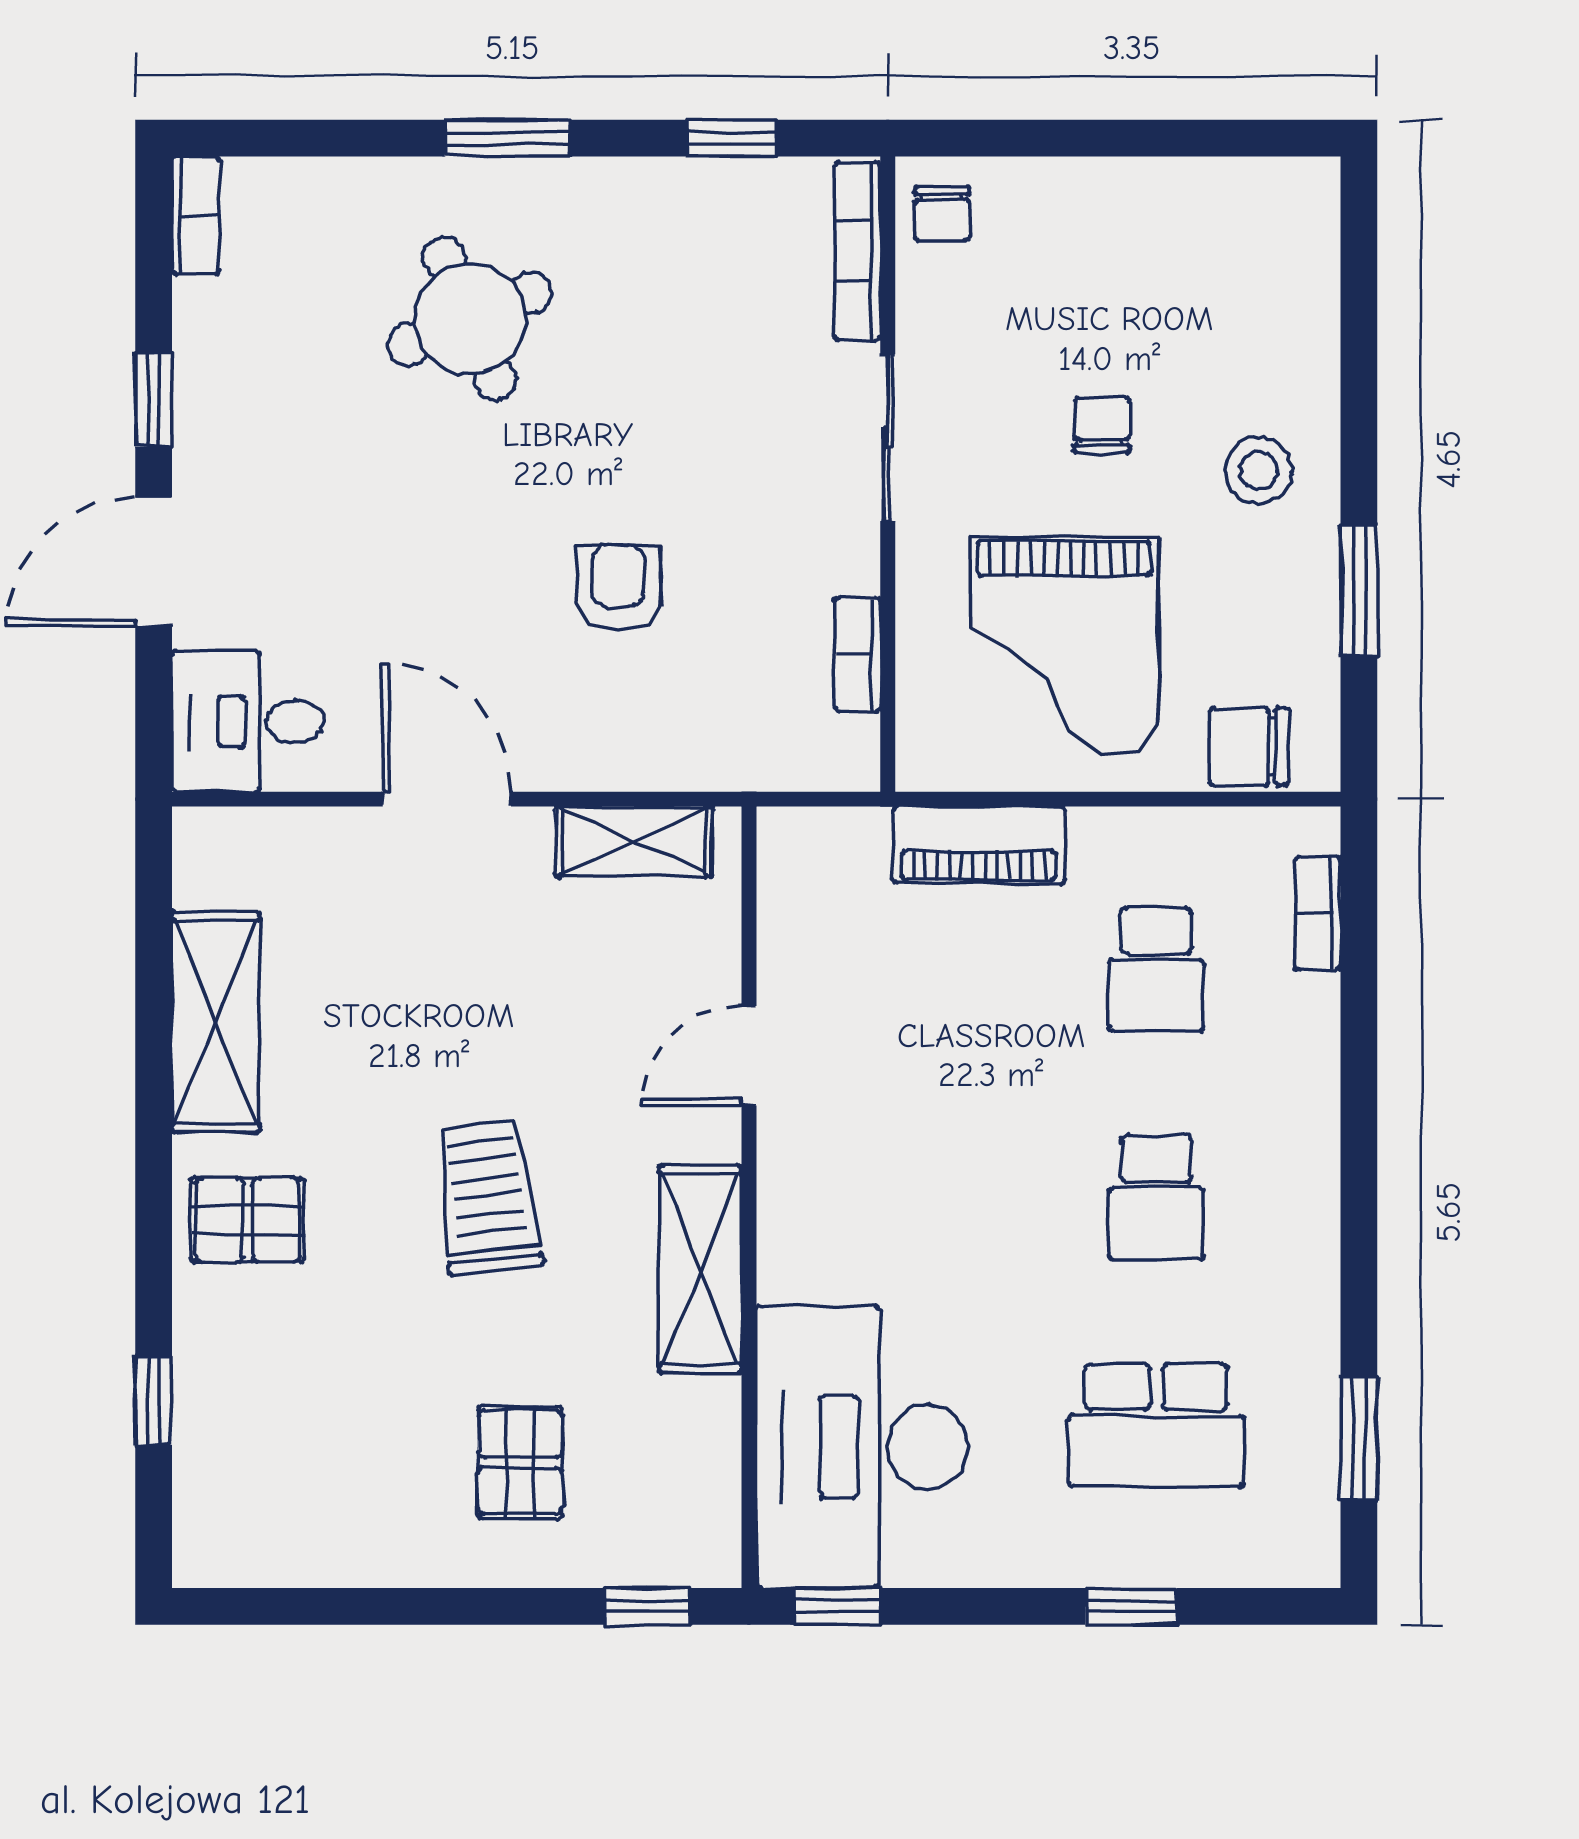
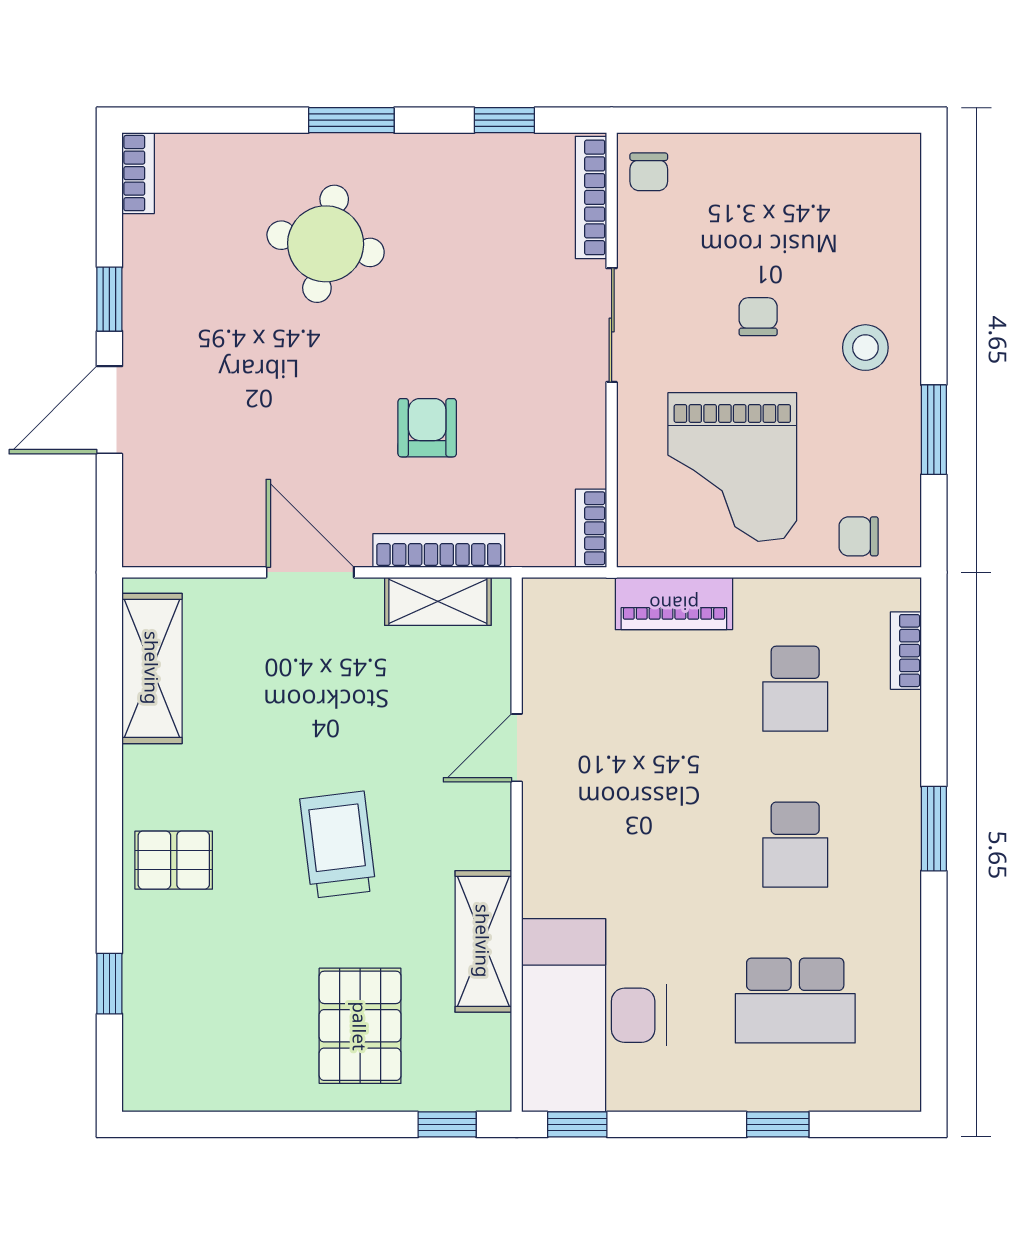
round table: (470, 319) -> (326, 244), turned 34
bookcase: (858, 654) -> (591, 528), moved
desk: (248, 721) -> (174, 519), removed
chair: (1249, 747) -> (859, 536), width x0.73, depth x0.73
bookcase: (635, 767) -> (439, 550), added
shelving: (216, 1022) -> (152, 668), moved
shelving: (700, 1269) -> (483, 941), moved
window: (1359, 1438) -> (934, 829), moved
pallet: (520, 1462) -> (360, 1026), width x1.50, depth x1.42

